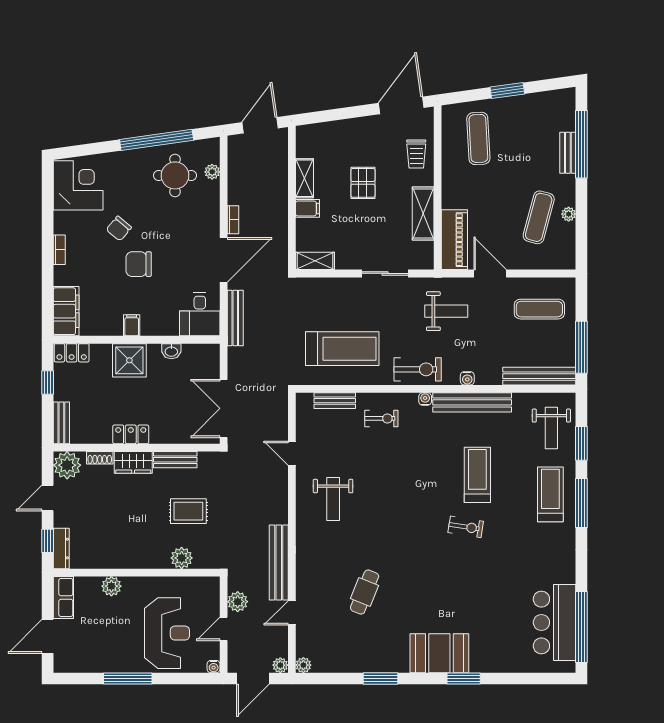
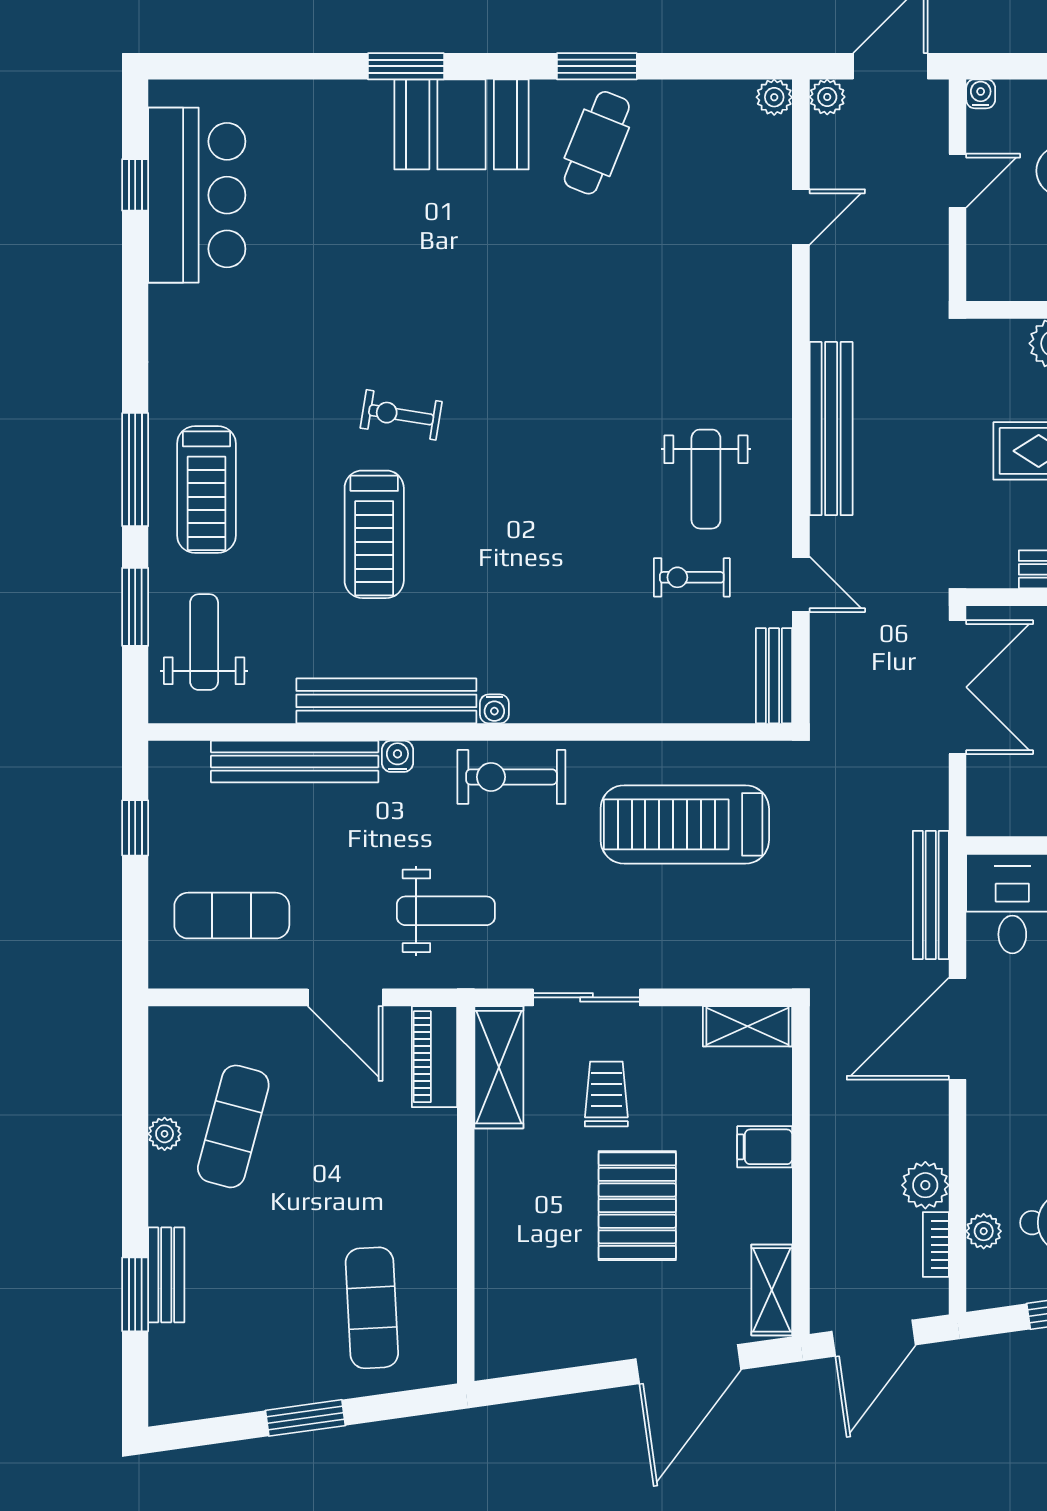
door: (401, 105) -> (688, 1364), moved
window: (581, 144) -> (135, 1294), width x0.47
trolley: (416, 154) -> (606, 1094), moved
shelving: (304, 178) -> (772, 1290), moved
pallet: (363, 183) -> (637, 1206), width x1.50, depth x1.42
shelving: (423, 213) -> (499, 1067), moved
bookcase: (233, 220) -> (936, 1245), moved
piano: (454, 240) -> (434, 1057), width x0.73, depth x0.75
weight bench: (446, 311) -> (446, 911), turned 180
window: (581, 347) -> (135, 828), width x0.46
bench: (539, 376) -> (295, 761), moved
bench: (335, 401) -> (774, 676), moved, turned 90
exercise bike: (381, 418) -> (692, 577), moved
weight bench: (333, 499) -> (706, 479), turned 180
bench: (279, 563) -> (831, 429), moved
cafe table: (365, 592) -> (597, 143), moved
plant: (238, 602) -> (925, 1185), moved
window: (581, 627) -> (135, 185), width x0.32

